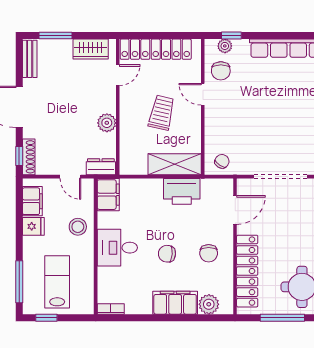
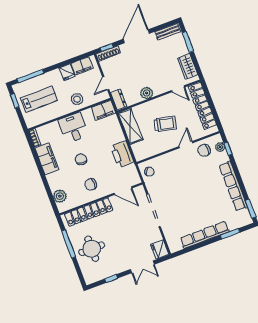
shelving: (175, 164) -> (130, 126), moved
filing cabinet: (175, 303) -> (47, 159), moved

